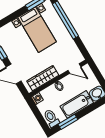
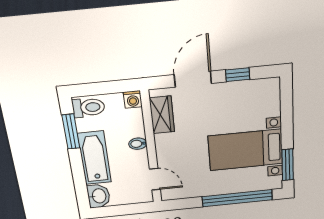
door: (74, 69) -> (155, 179), swing flipped
wardrobe: (43, 78) -> (162, 115), width x0.67

